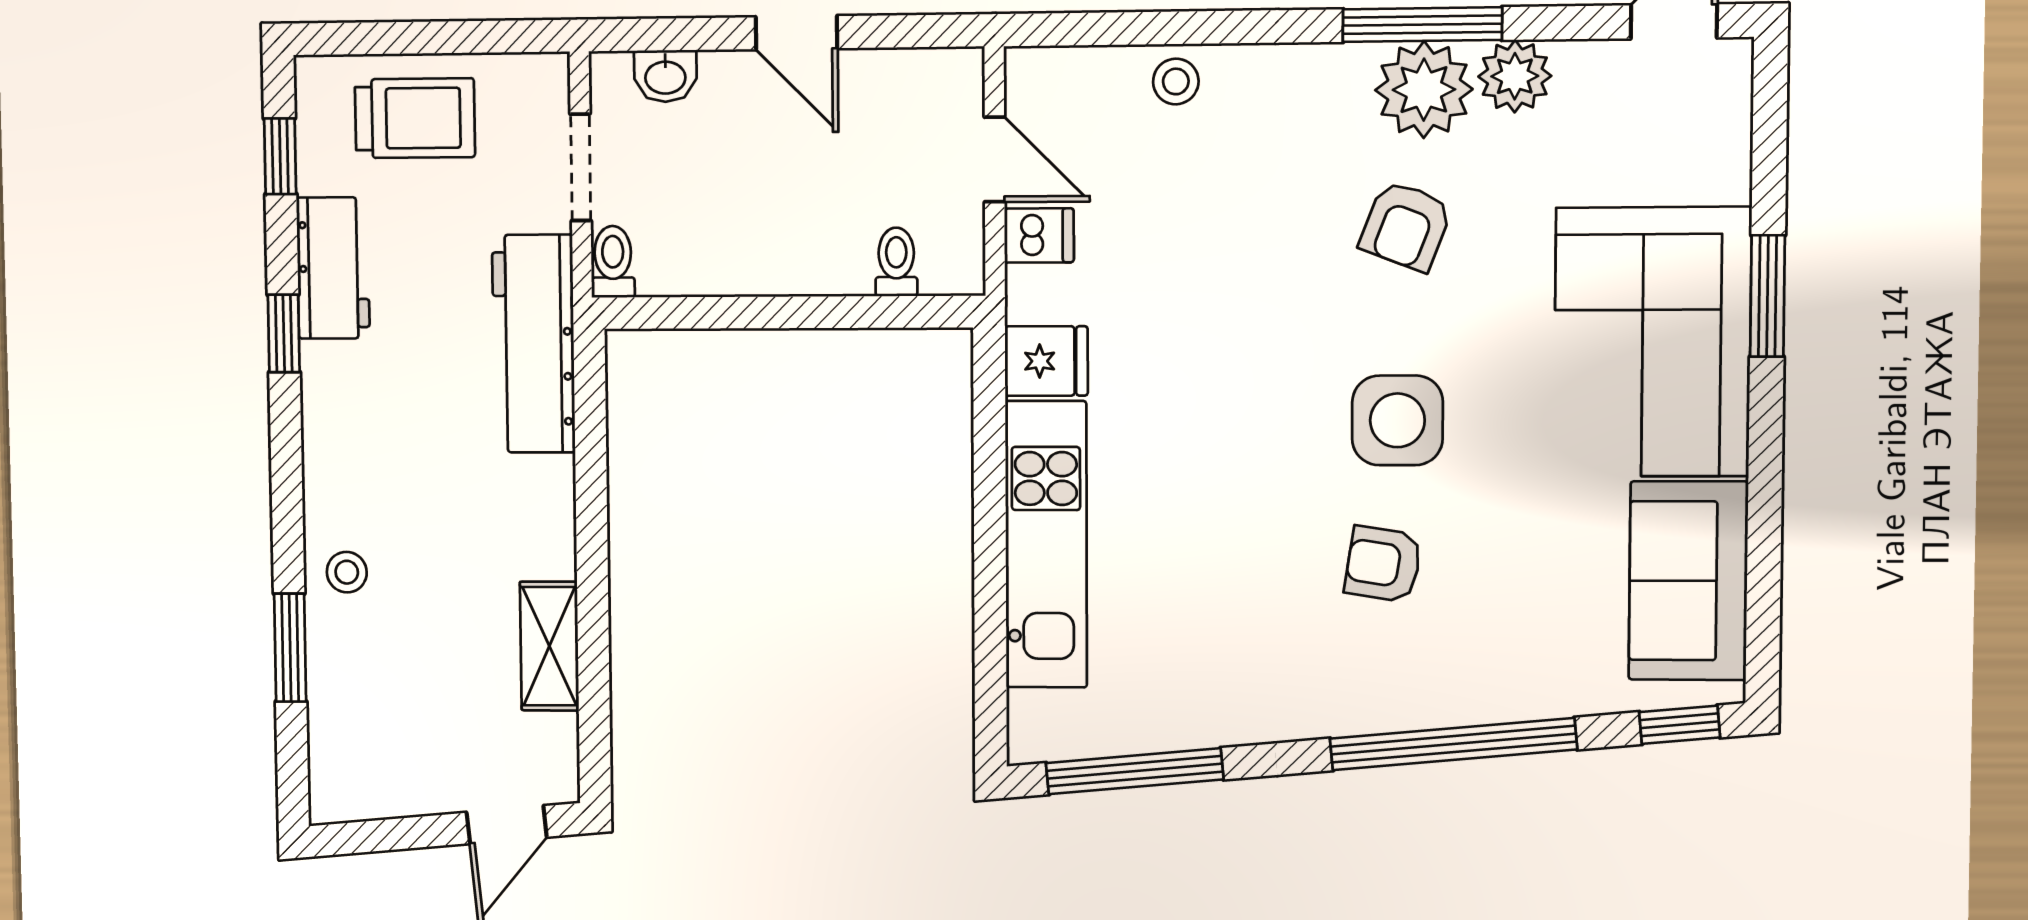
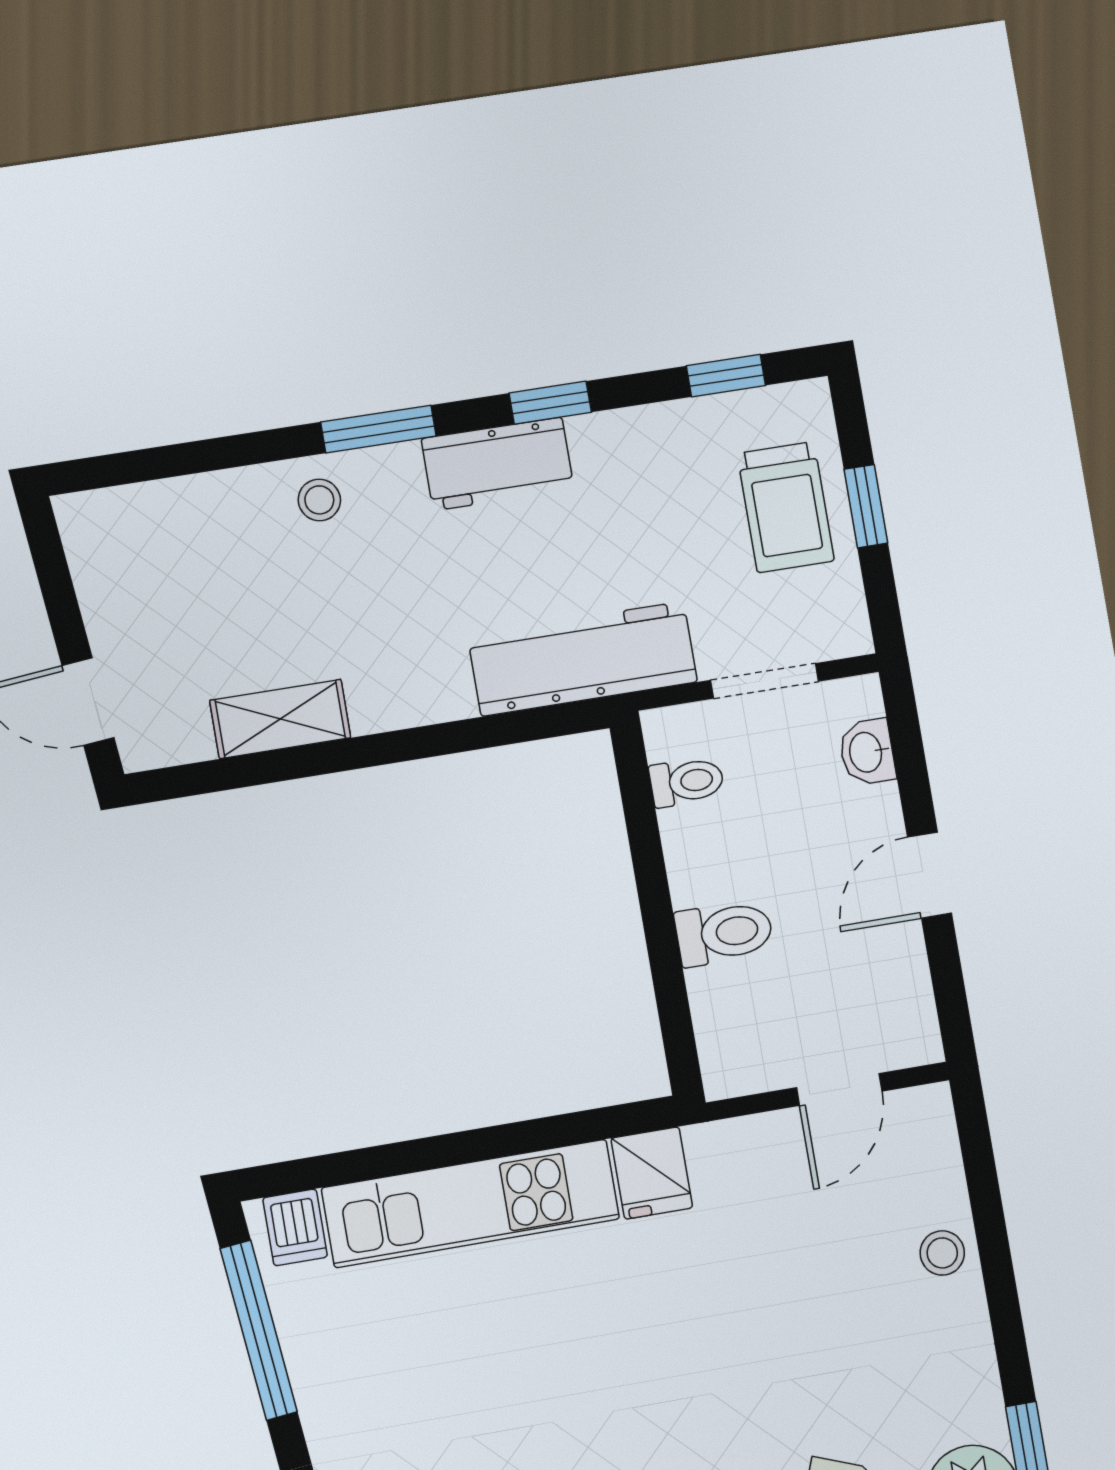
window: (425, 38) -> (866, 506), added
dishwasher: (1039, 235) -> (295, 1227), moved
toilet: (613, 262) -> (687, 782), moved
toilet: (896, 262) -> (724, 933), moved, width x1.37, depth x1.39
workbench: (333, 268) -> (498, 464), moved
window: (290, 648) -> (378, 429), moved

